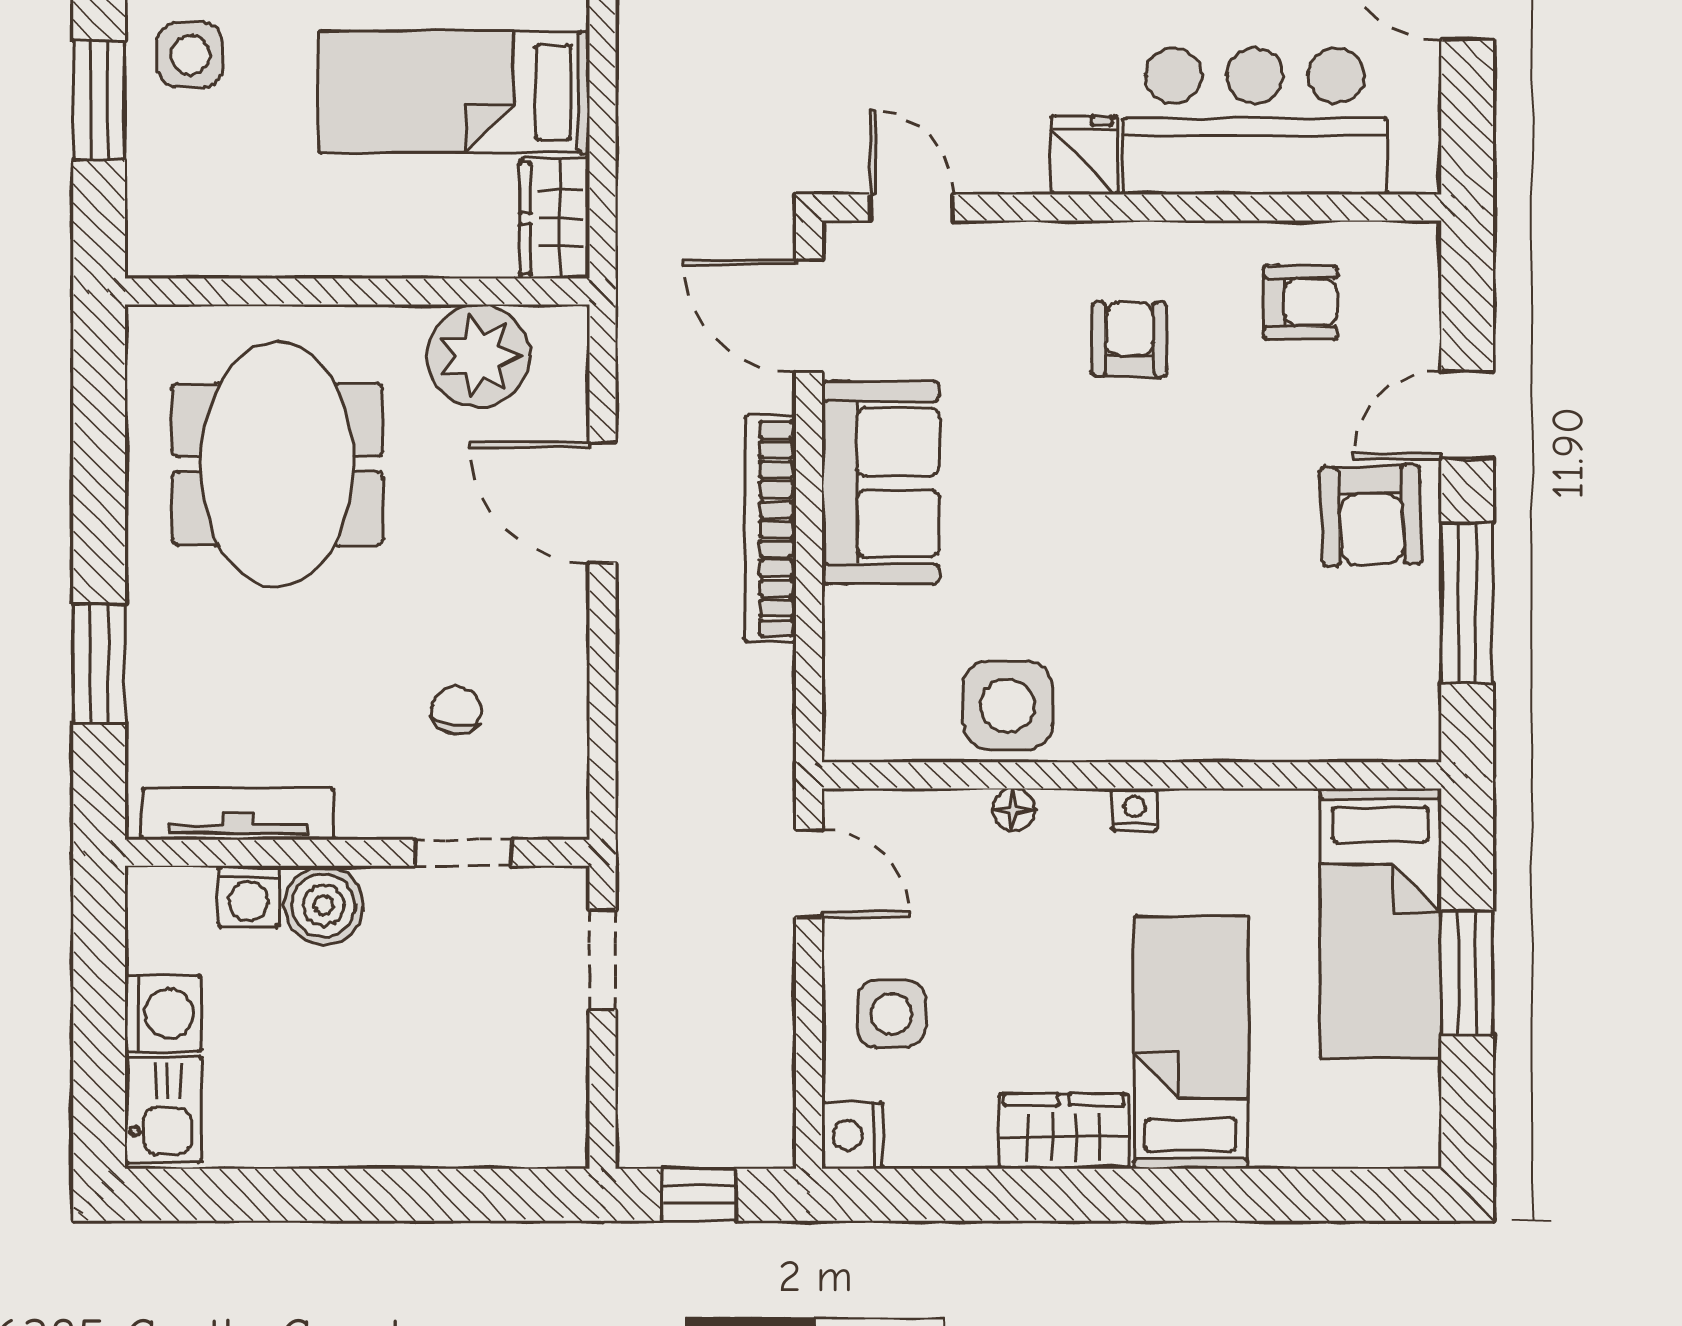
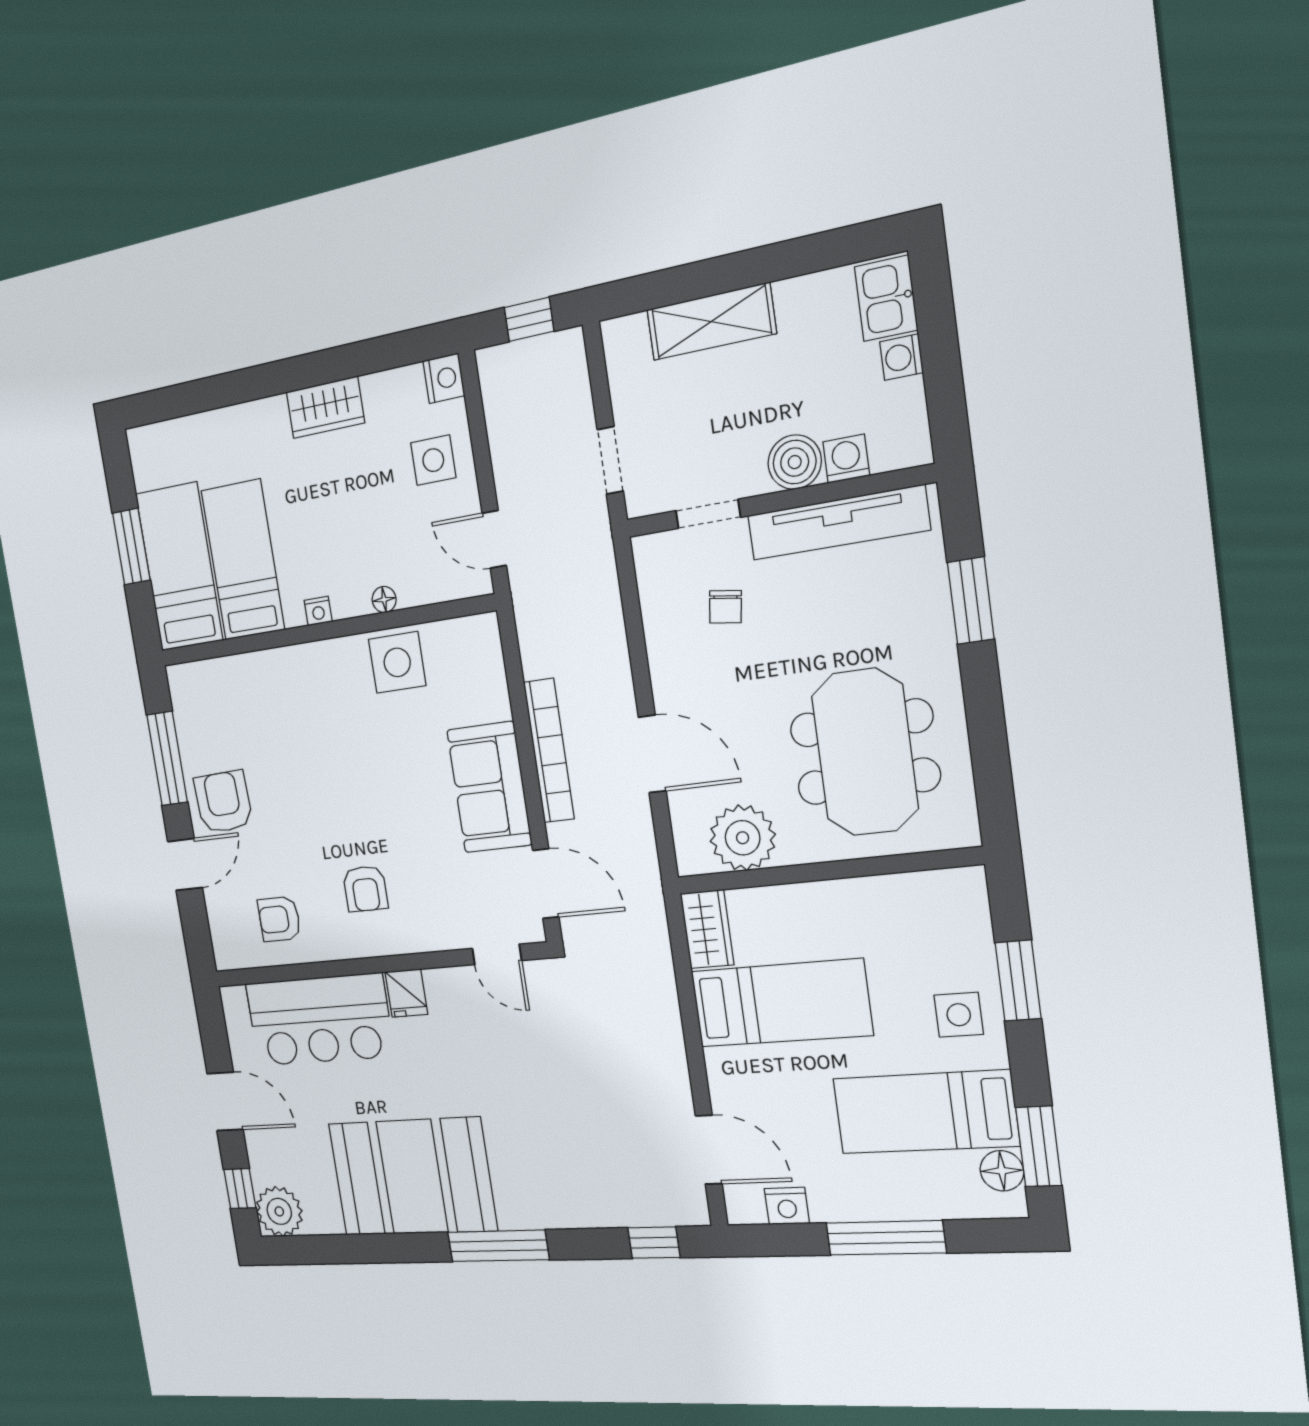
tv unit: (238, 814) -> (838, 523), width x1.36, depth x1.29
washing machine: (163, 1013) -> (901, 357), width x0.73, depth x0.73
bed: (1191, 1043) -> (243, 560), moved, turned 180
shelving: (419, 1131) -> (711, 322), added

